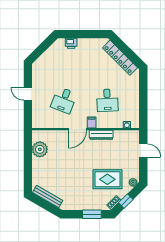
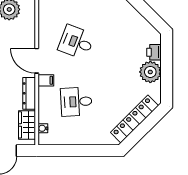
plant: (86, 46) -> (150, 72), added
wardrobe: (124, 136) -> (27, 125), added

